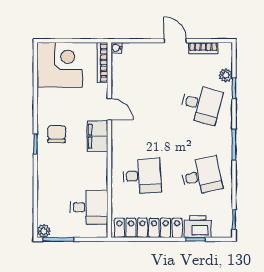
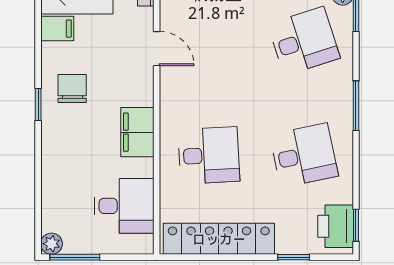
filing cabinet: (47, 97) -> (57, 29), added
desk: (201, 104) -> (304, 41), turned -33
filing cabinet: (97, 136) -> (137, 132), moved
printer: (198, 227) -> (336, 226), moved, turned -90

